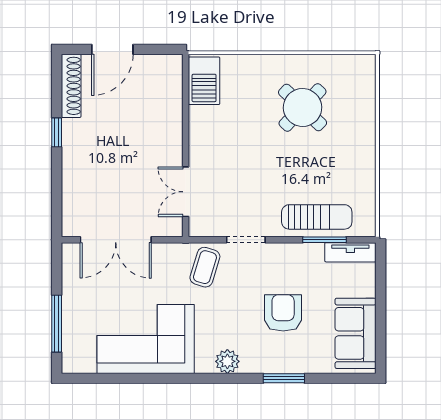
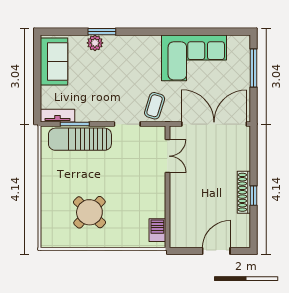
barbecue: (204, 81) -> (157, 230), width x0.73, depth x0.79
shoe rack: (71, 86) -> (244, 192), moved
sun lounger: (317, 217) -> (80, 139), width x1.36, depth x1.34
double door: (116, 240) -> (214, 124), width x1.36
armchair: (283, 313) -> (102, 75), removed
plant: (227, 361) -> (95, 43), moved

